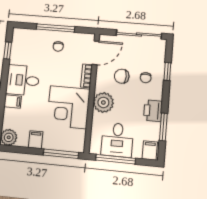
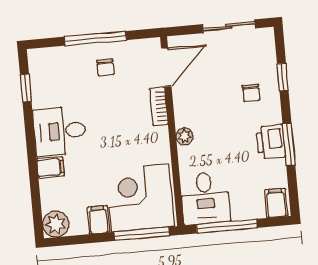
sliding door: (139, 34) -> (229, 26), width x0.73
chair: (122, 76) -> (214, 97), removed
plant: (103, 102) -> (185, 136), width x0.53, depth x0.53
corner desk: (68, 107) -> (140, 198), moved, turned 90
window: (163, 127) -> (289, 145), moved
desk: (117, 140) -> (205, 198), moved

